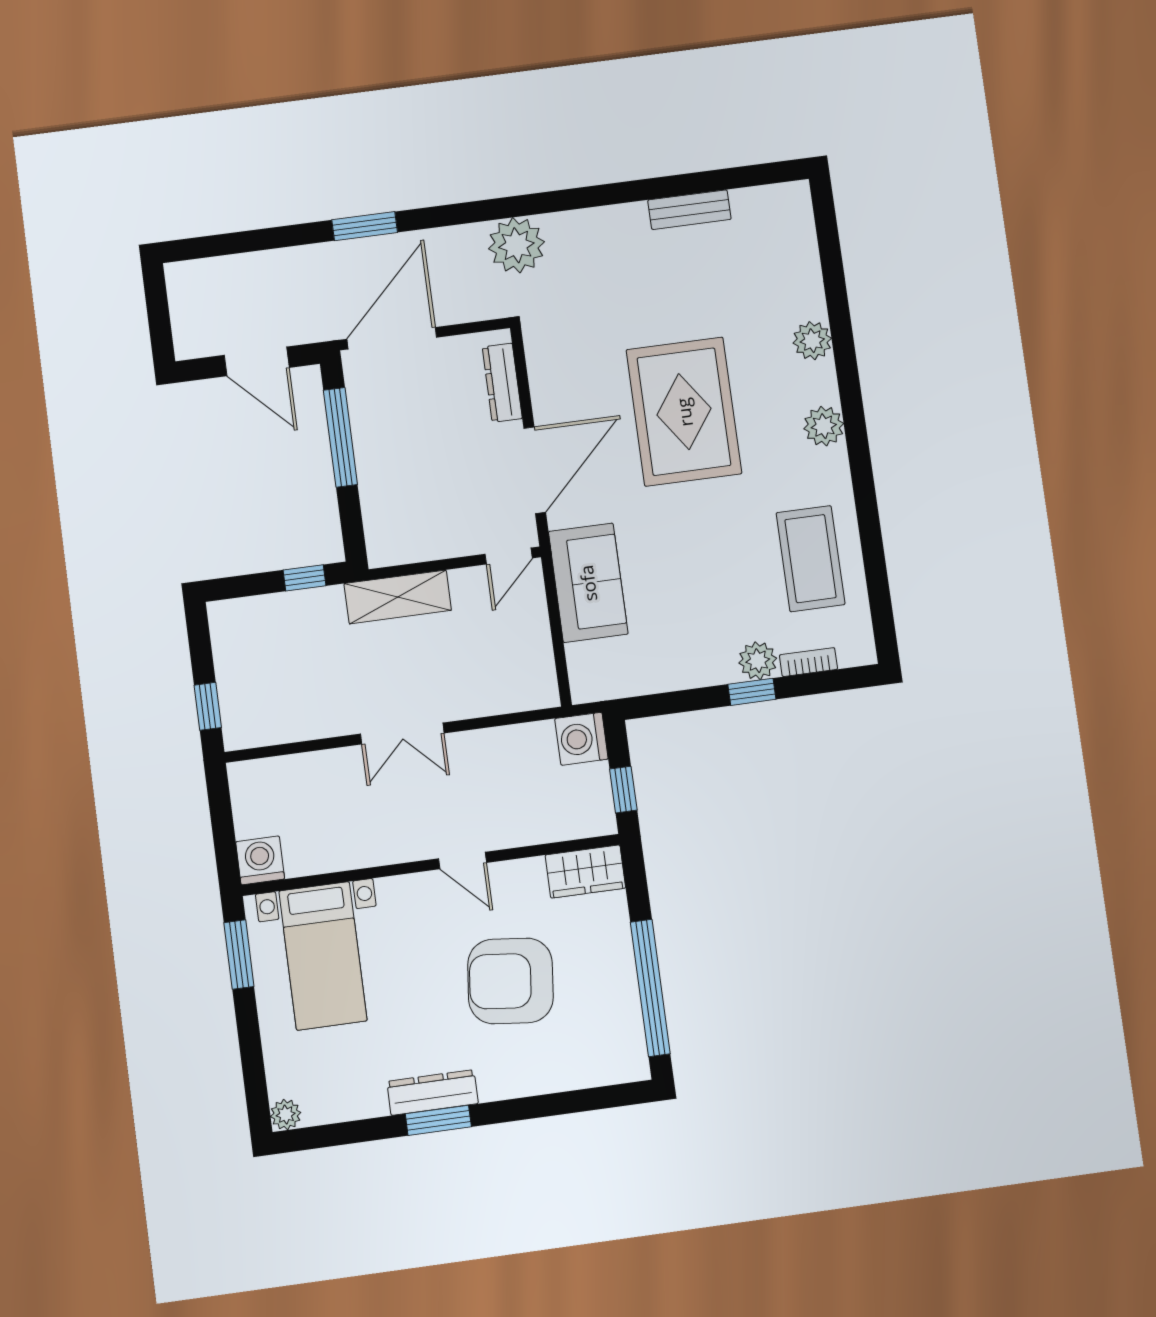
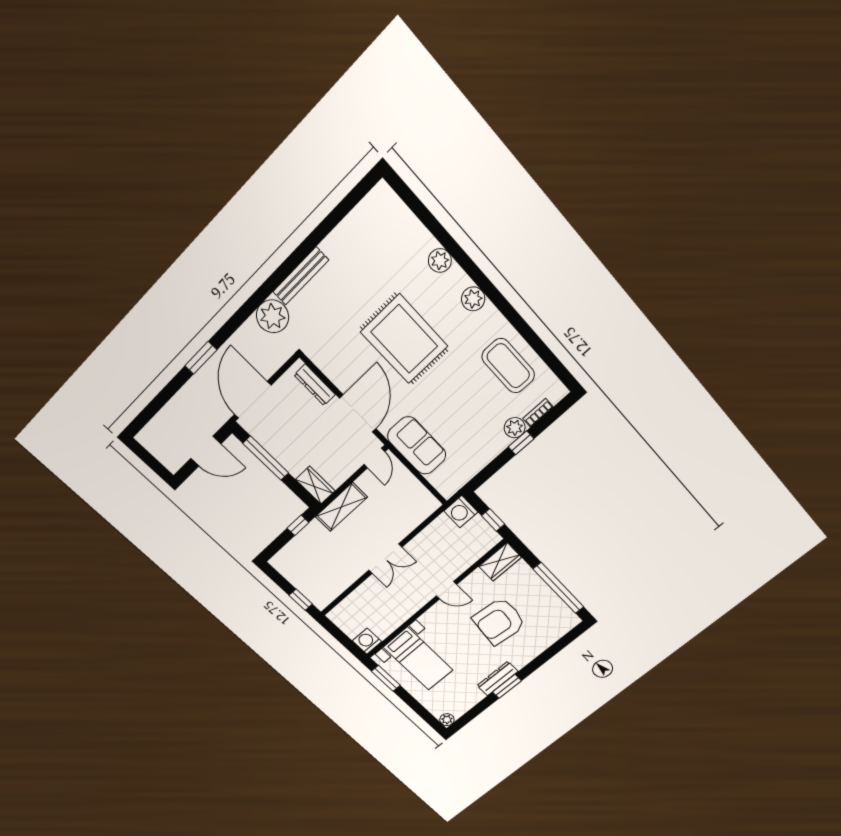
bench: (689, 210) -> (301, 276), moved, width x1.36
wardrobe: (384, 533) -> (315, 485), added

